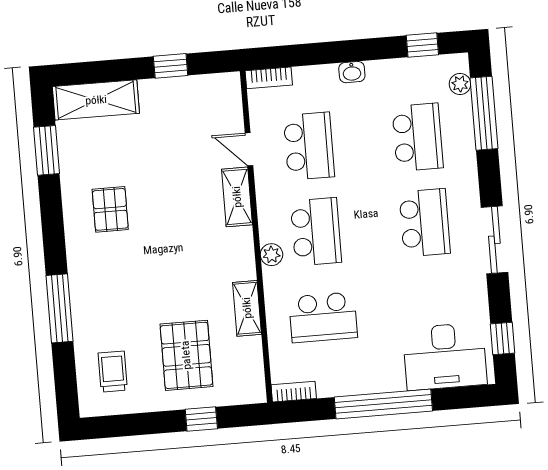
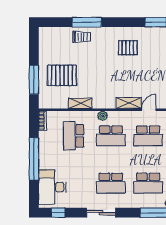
trolley: (113, 372) -> (82, 37), moved
window: (201, 419) -> (34, 80), width x2.17

